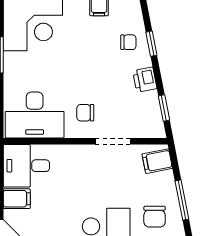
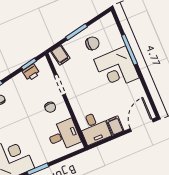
printer: (145, 80) -> (31, 72), moved
desk: (35, 115) -> (64, 135), width x0.73

